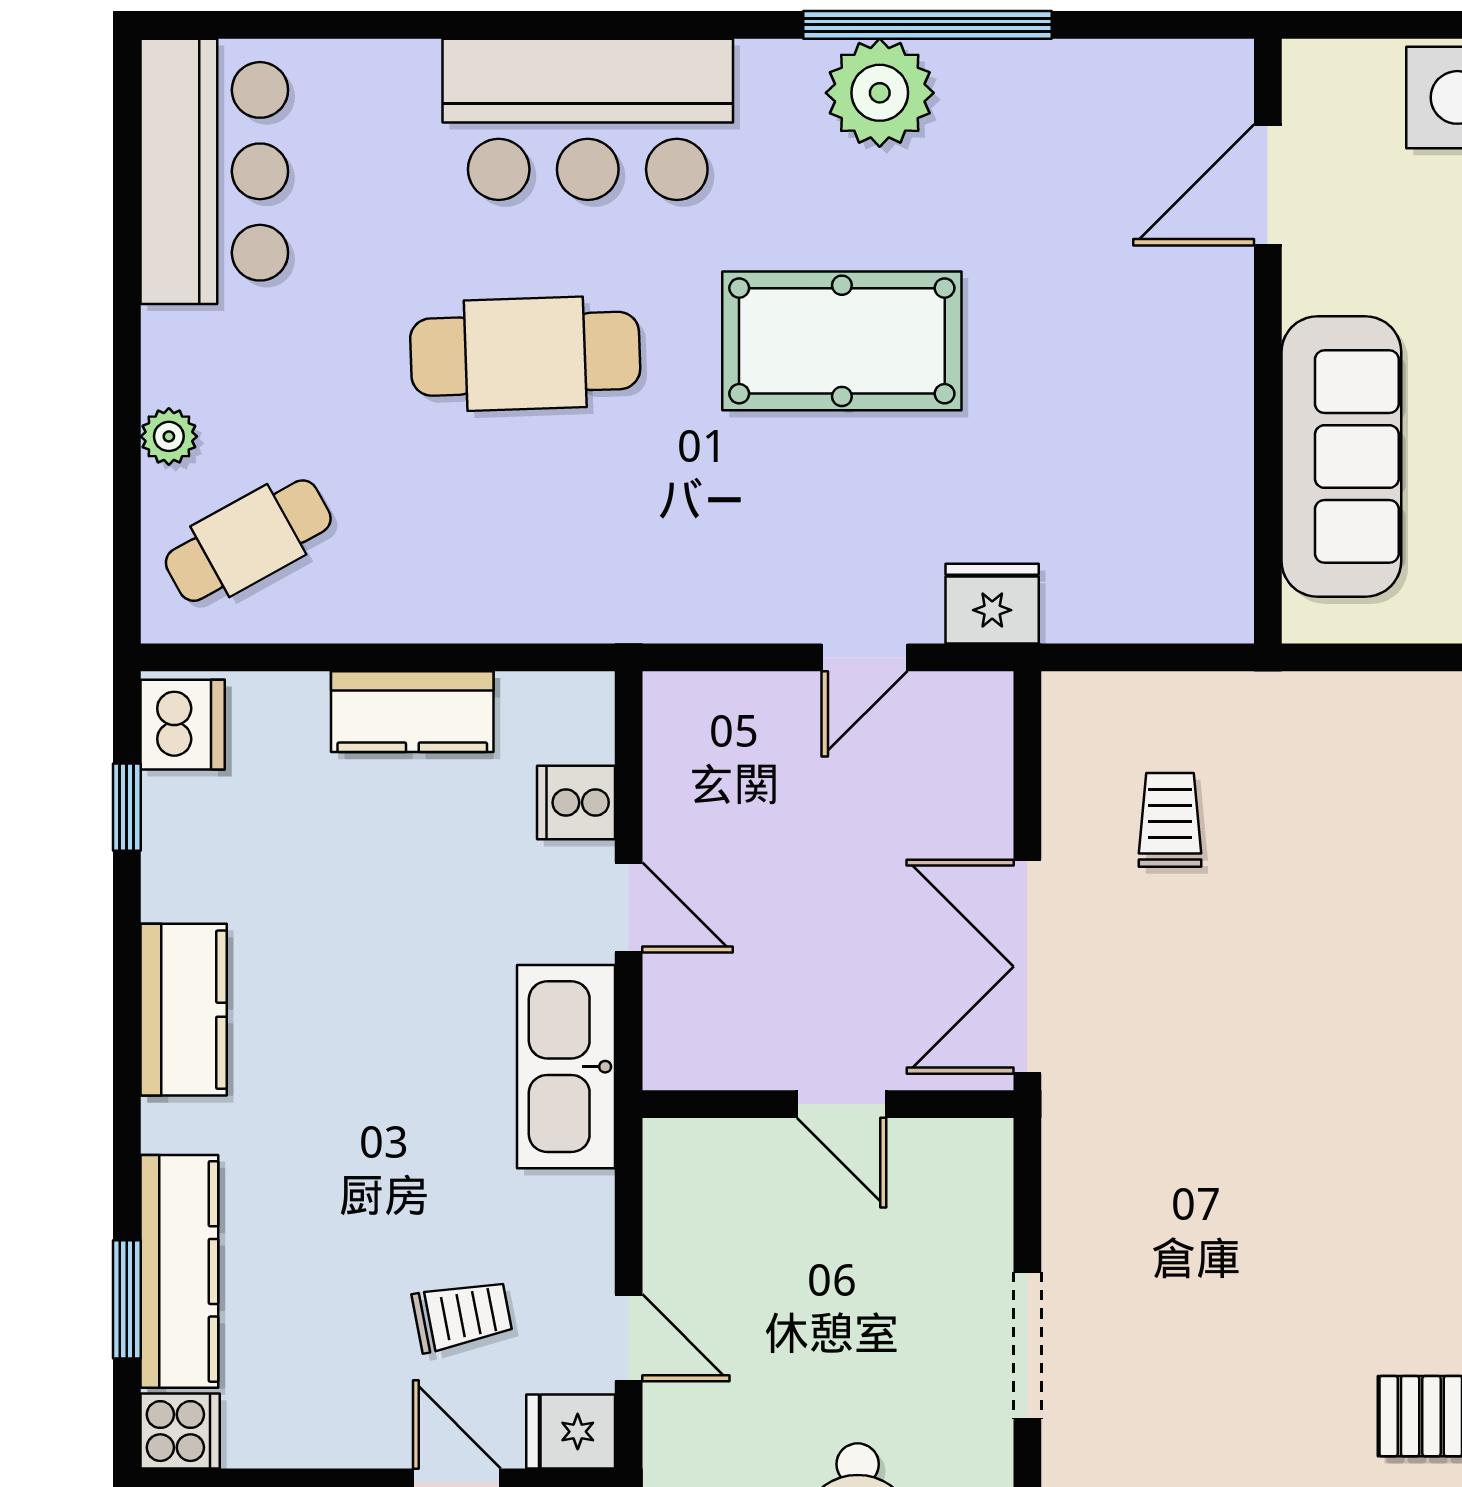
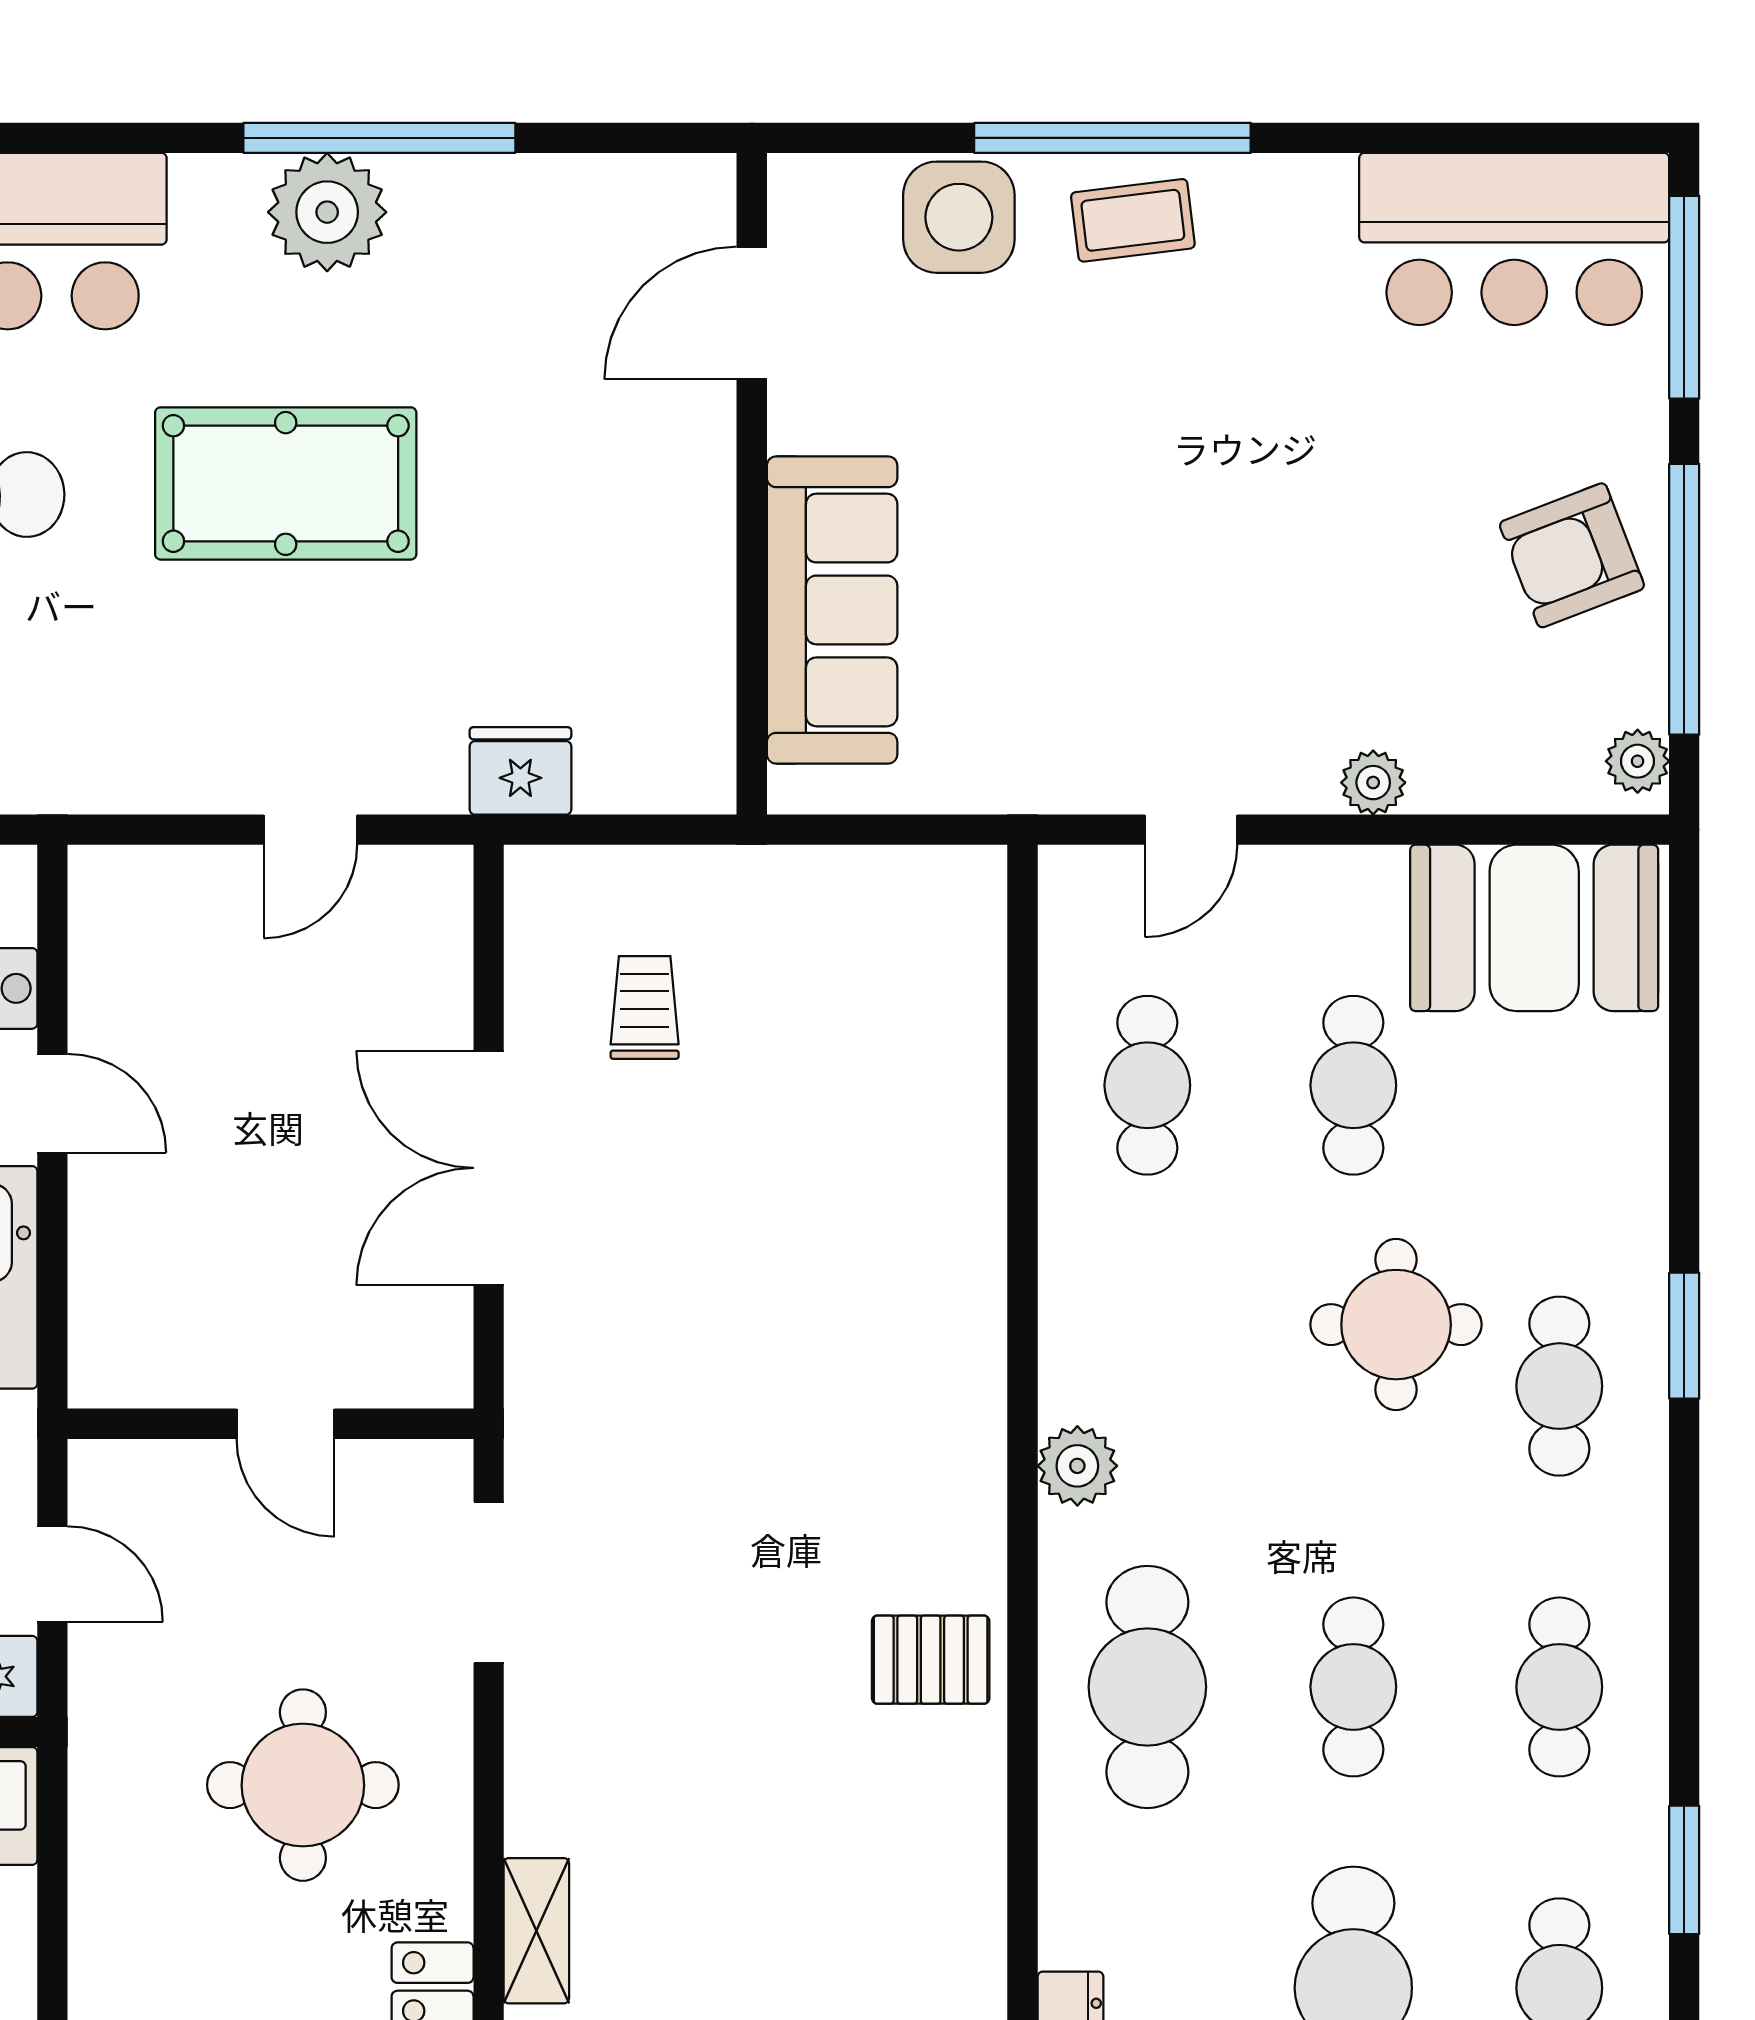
fridge: (992, 604) -> (520, 771), moved
wall: (828, 1104) -> (271, 1424), moved
door: (842, 1104) -> (285, 1424), moved

